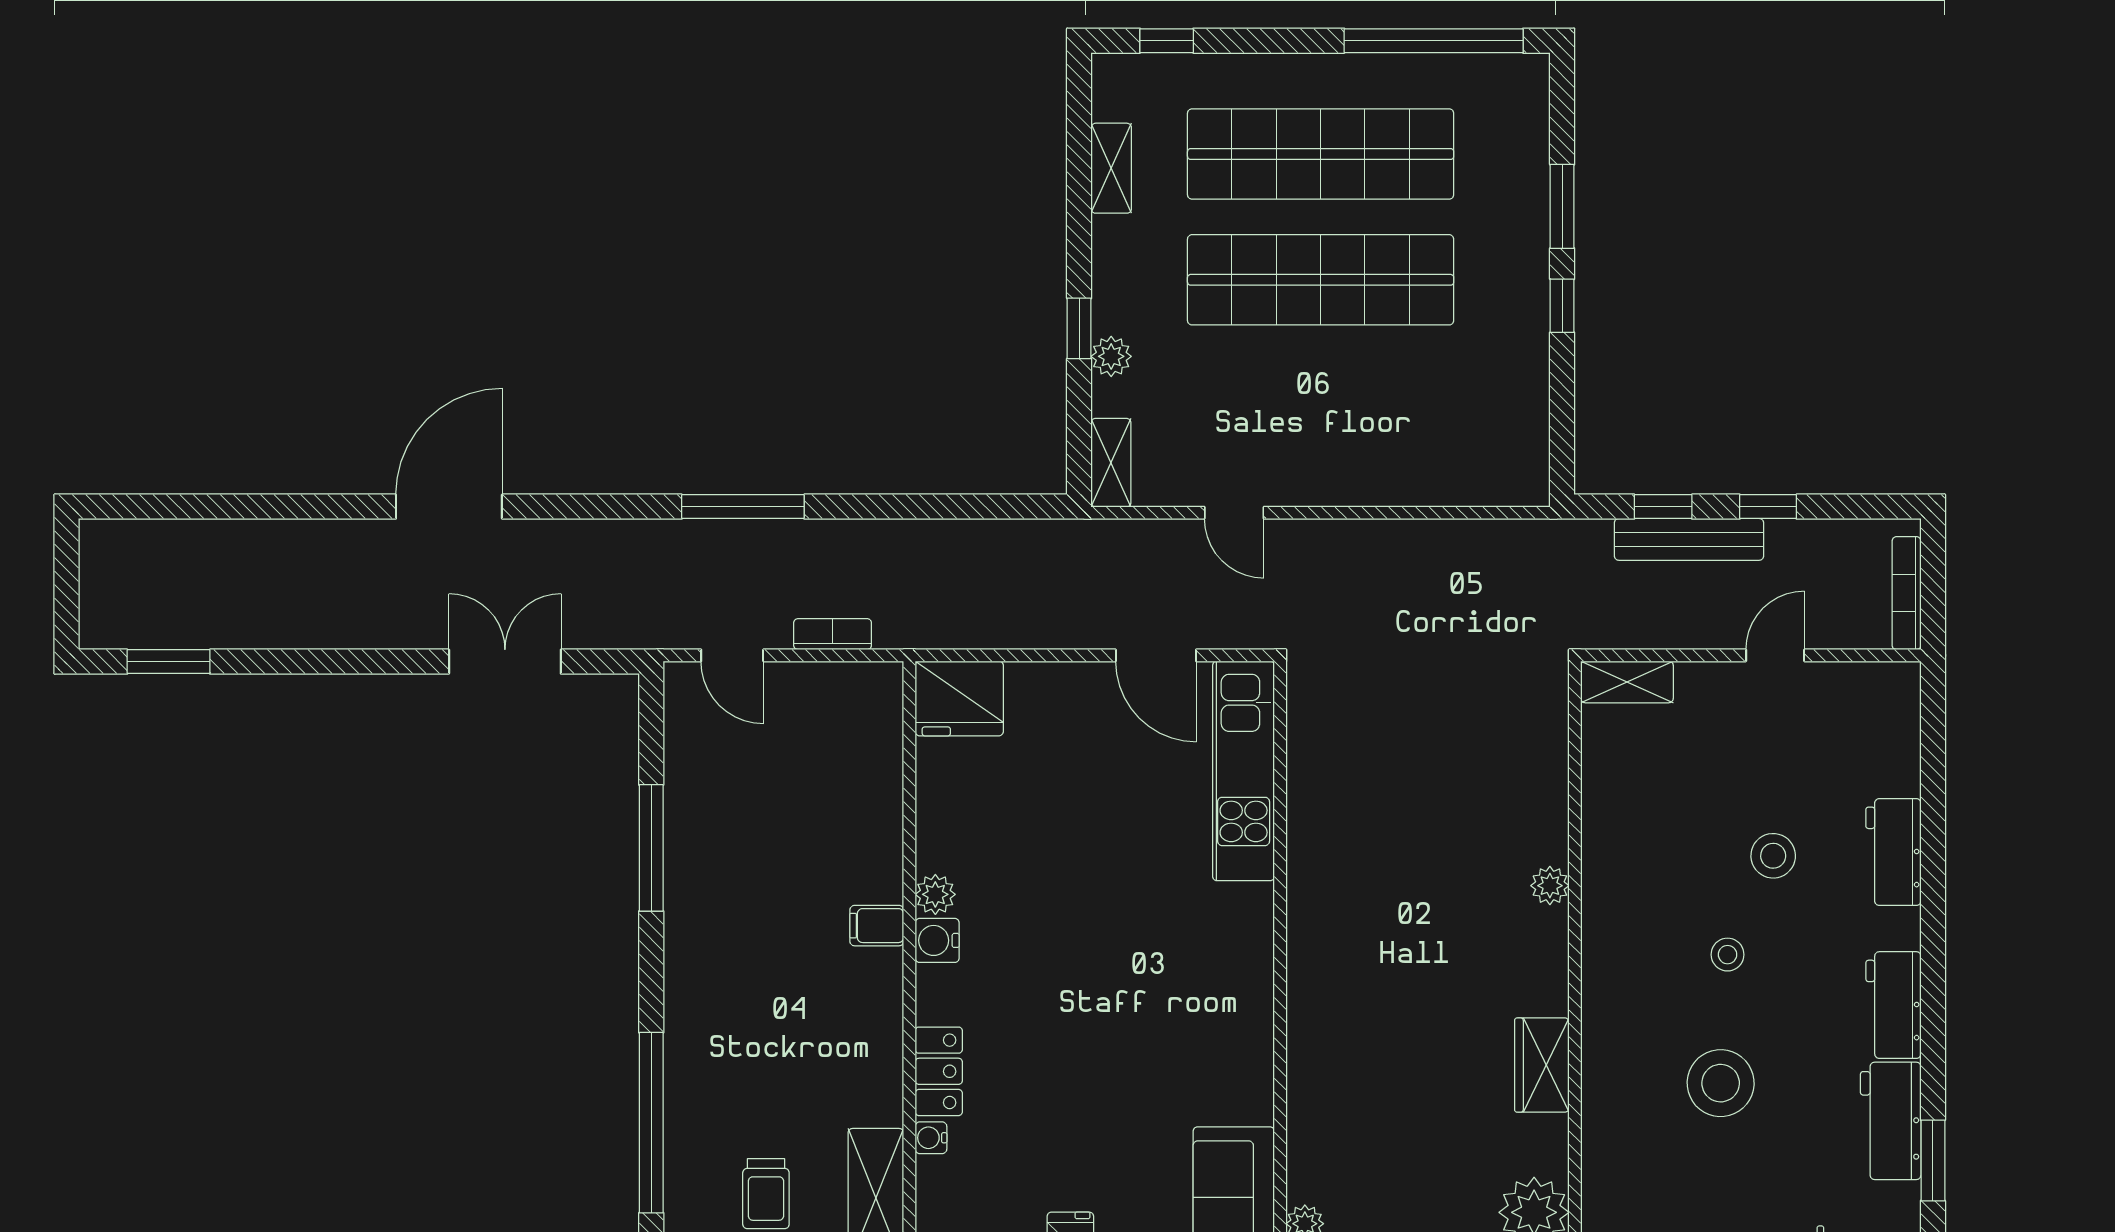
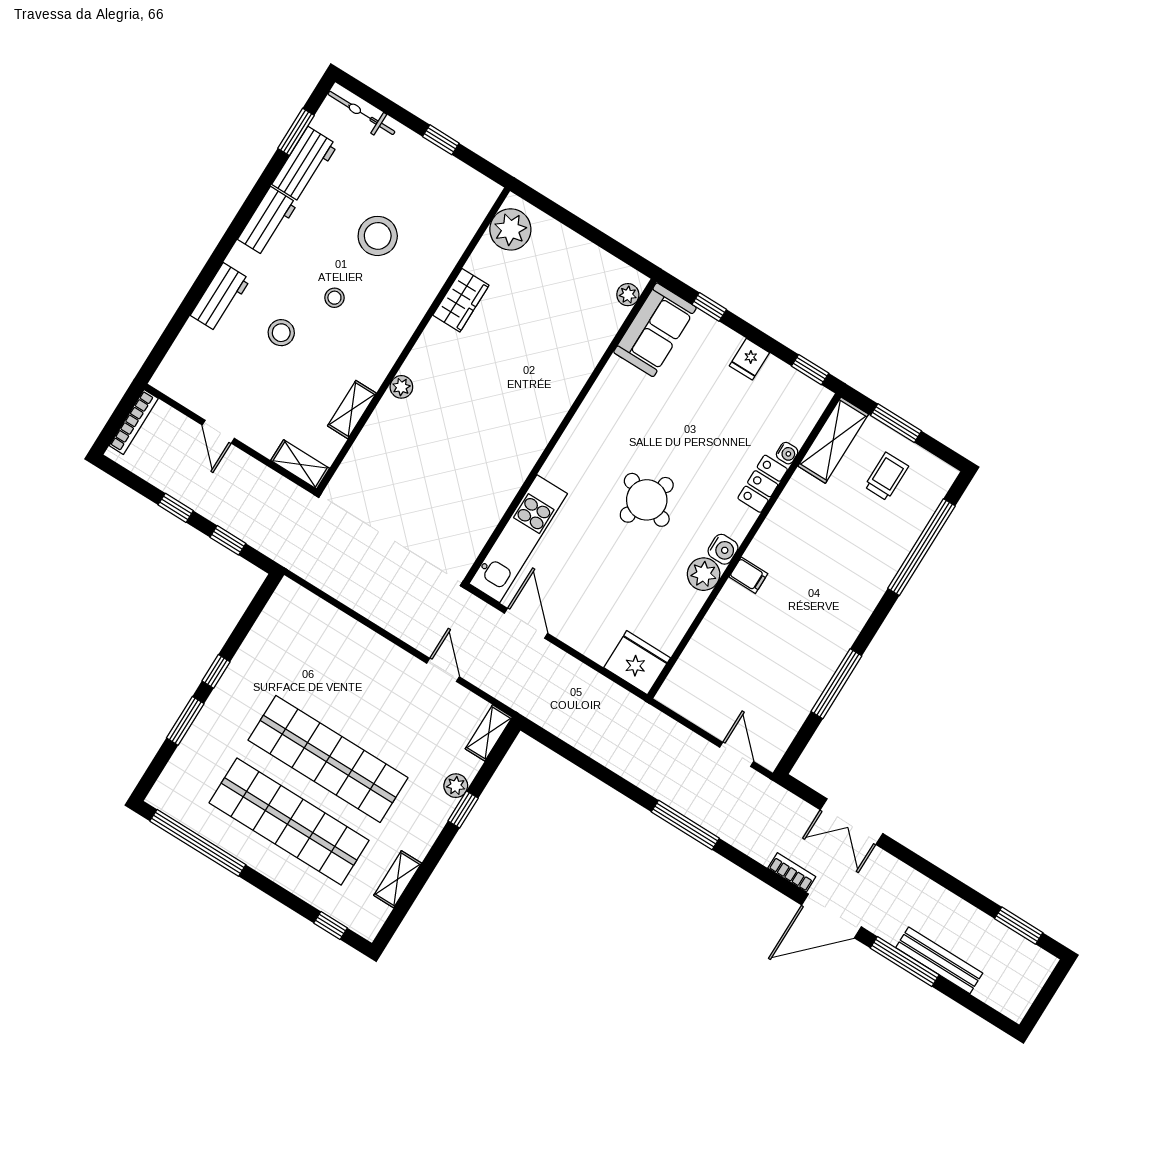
window: (302, 507) -> (905, 962), added
bench: (1689, 539) -> (939, 960), moved
bookcase: (833, 634) -> (792, 872), moved, turned 180
door: (1775, 655) -> (218, 432), hinge flipped
shelving: (1601, 808) -> (352, 410), added
plant: (935, 894) -> (704, 574), width x1.38, depth x1.38
round table: (1092, 943) -> (647, 500), added

